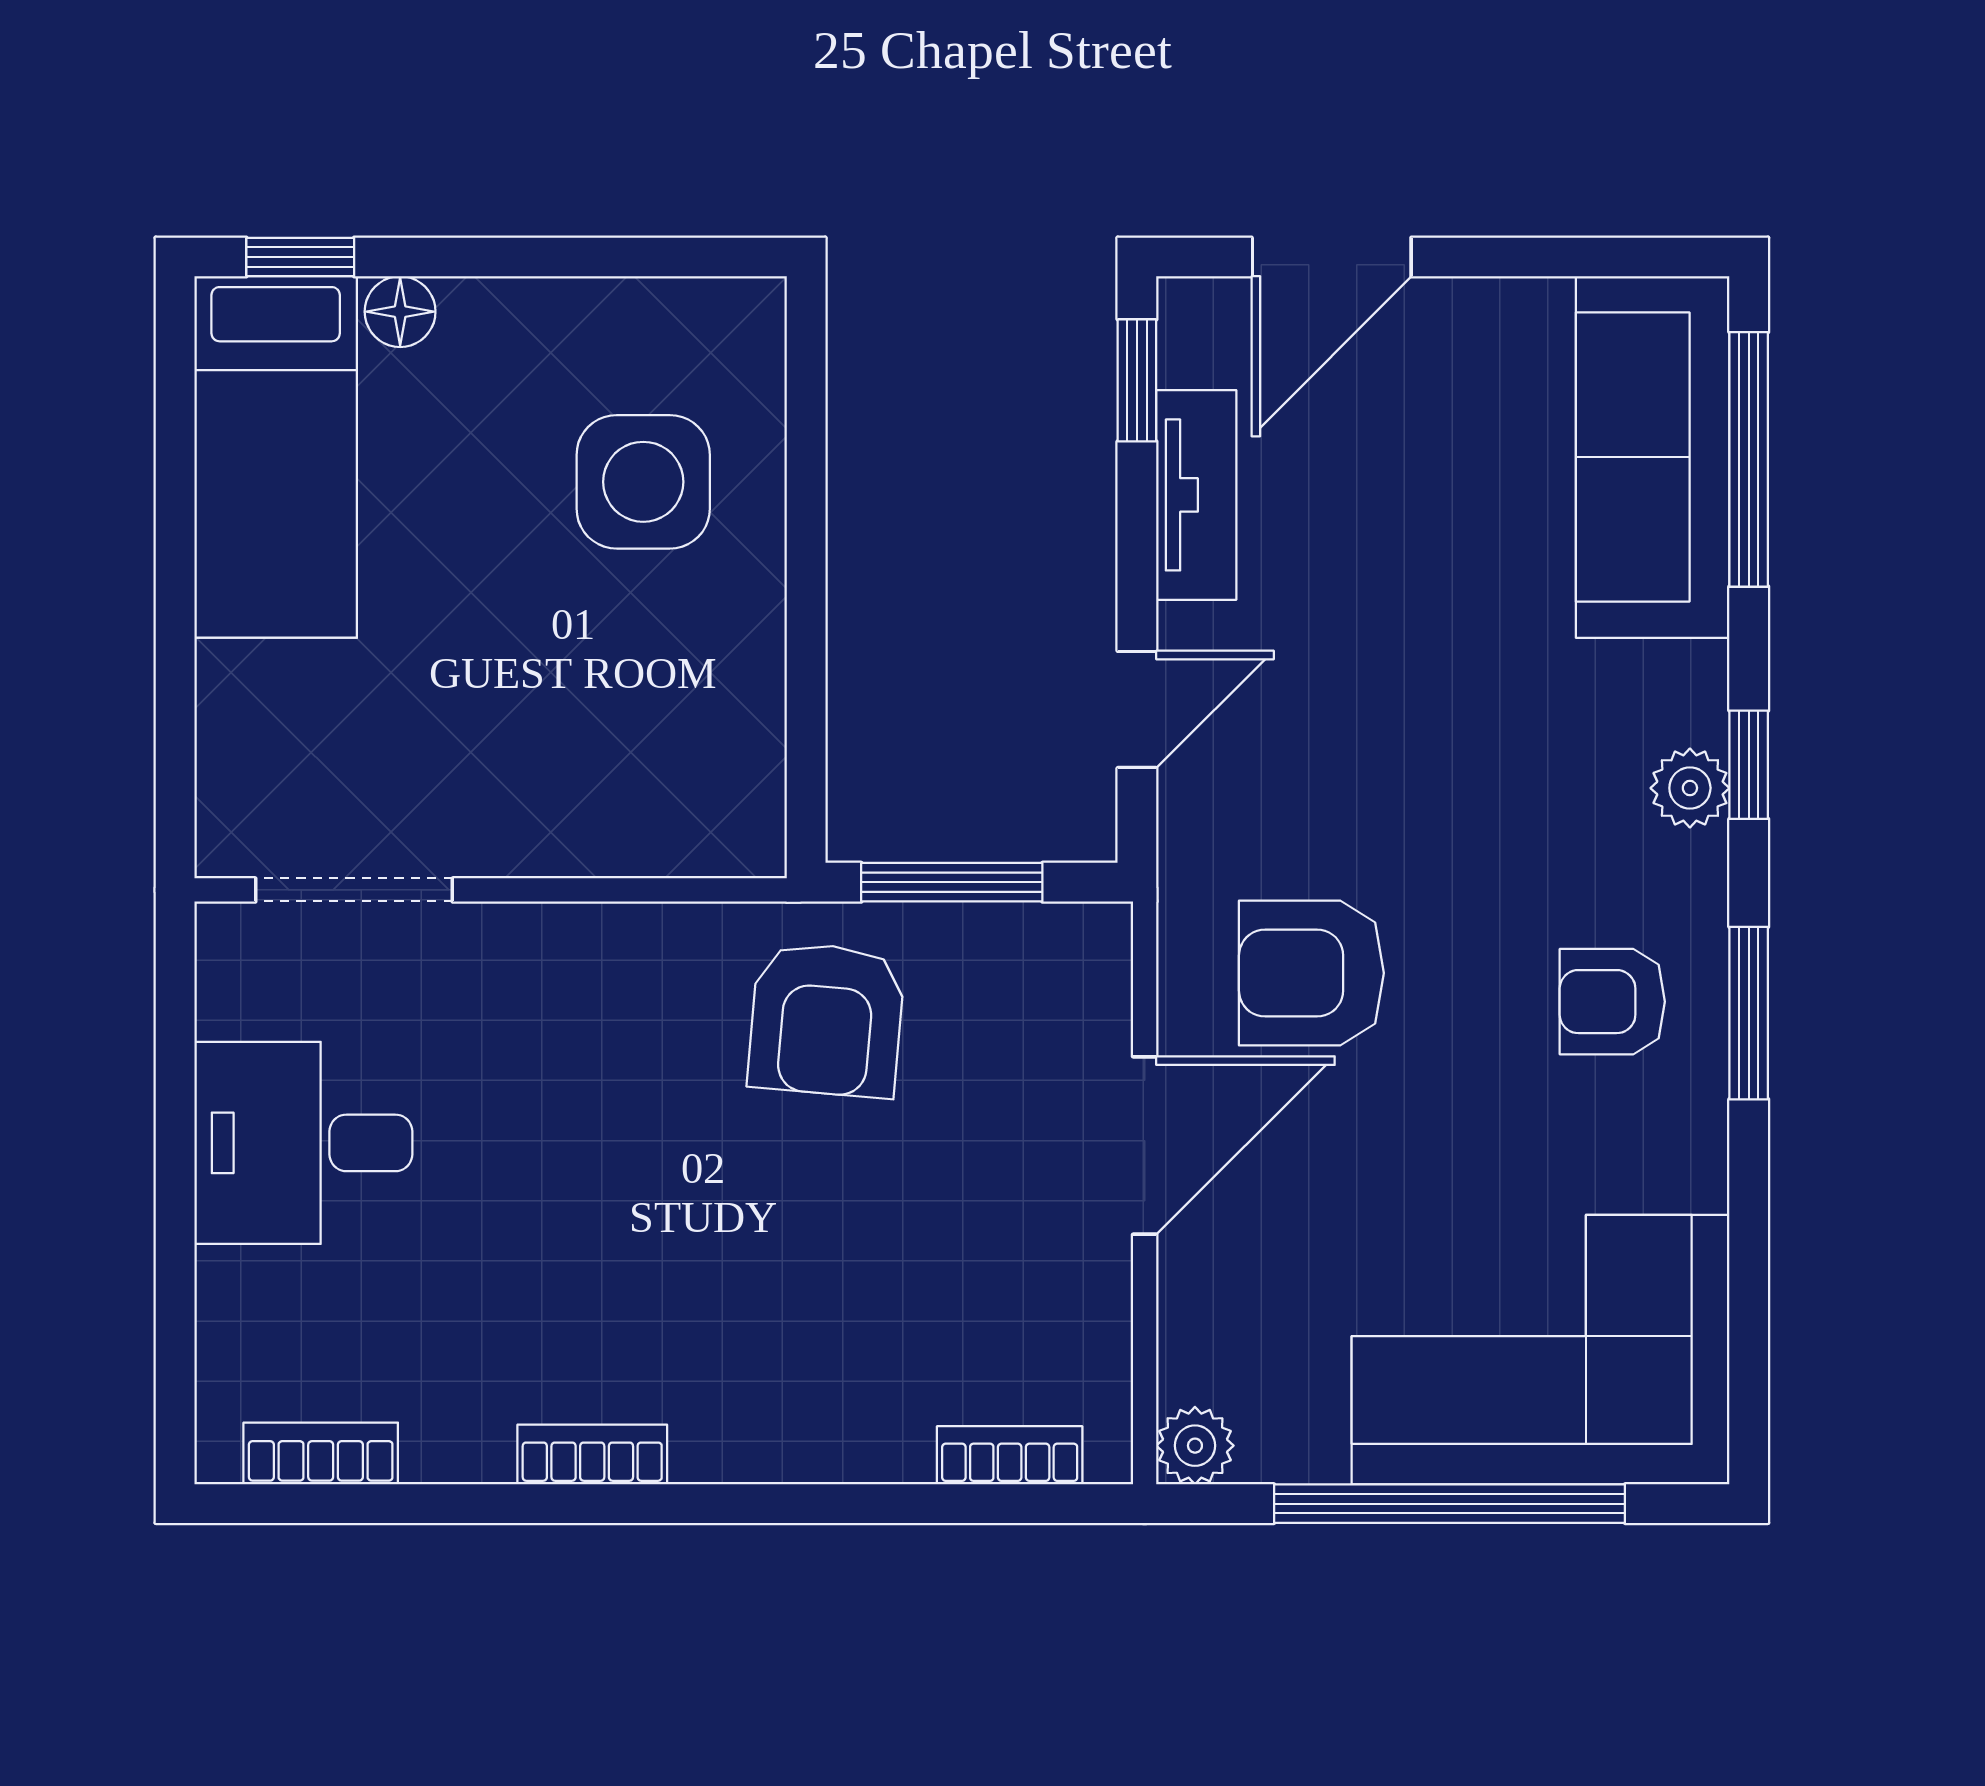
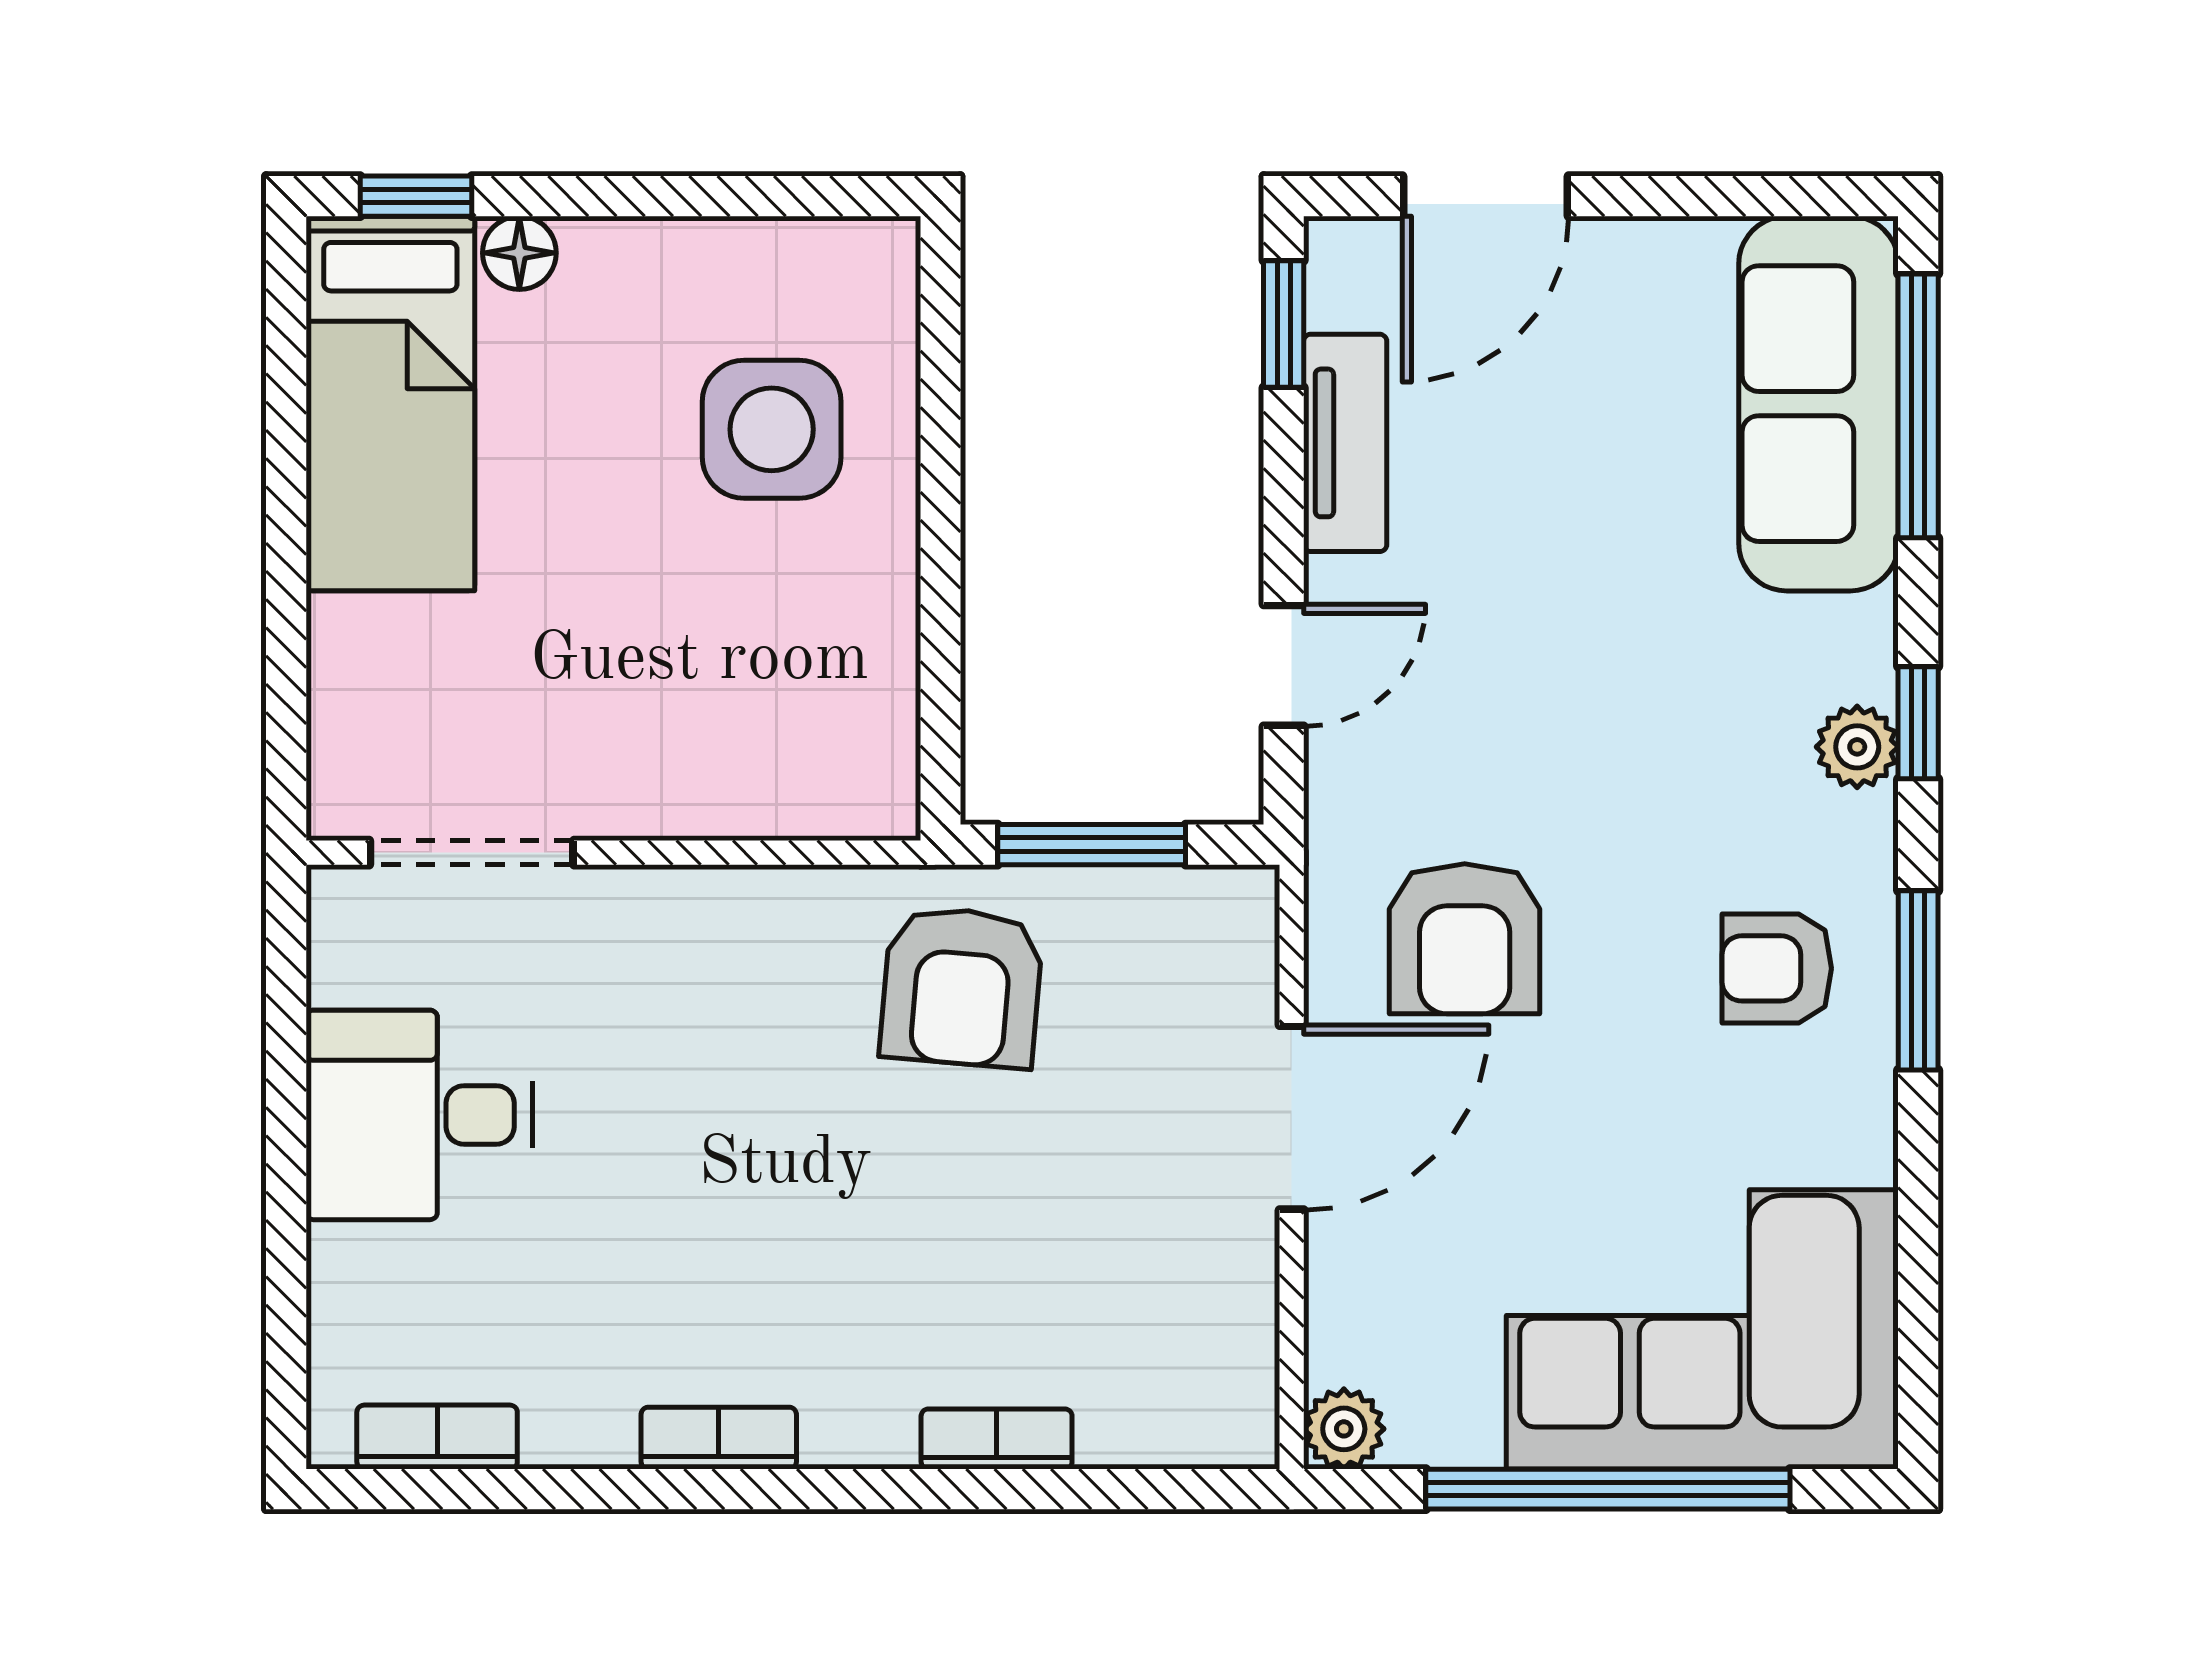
armchair: (1311, 973) -> (1465, 939), turned -90
bookcase: (1010, 1455) -> (997, 1439), moved

